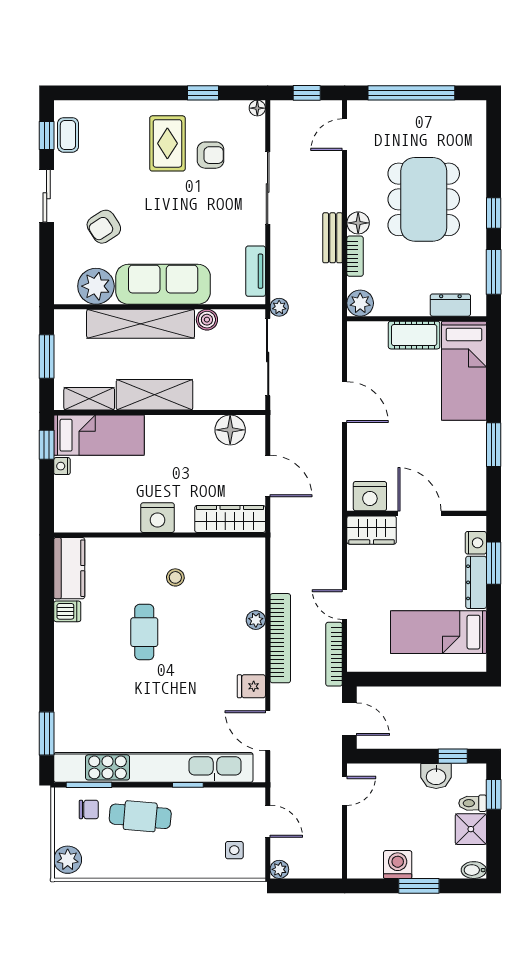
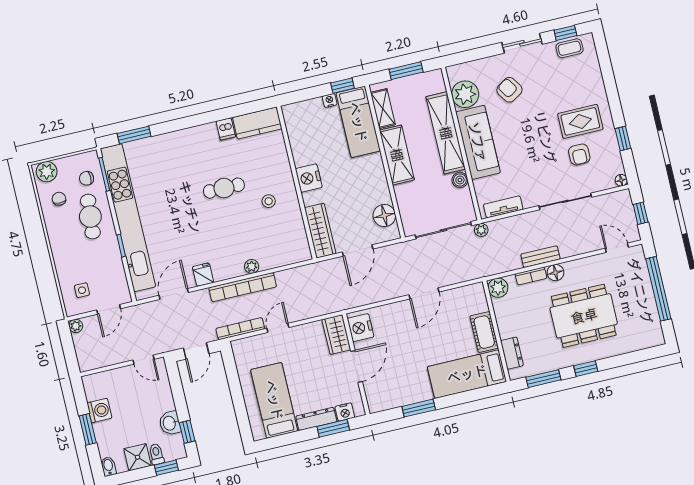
chair: (89, 809) -> (87, 178), turned 90
chair: (107, 852) -> (59, 199), added

